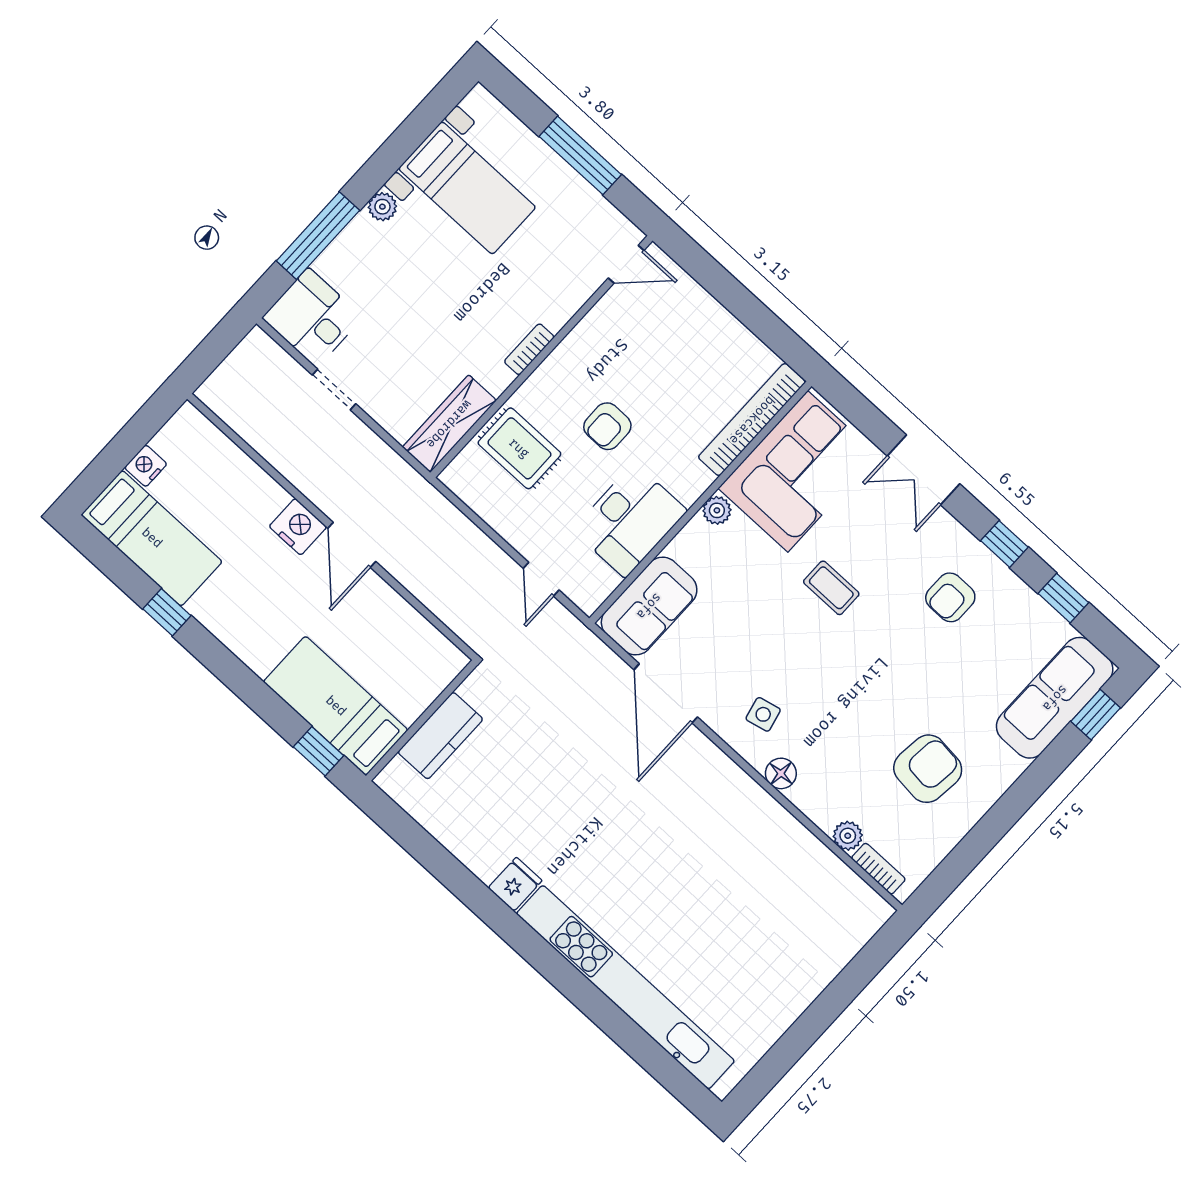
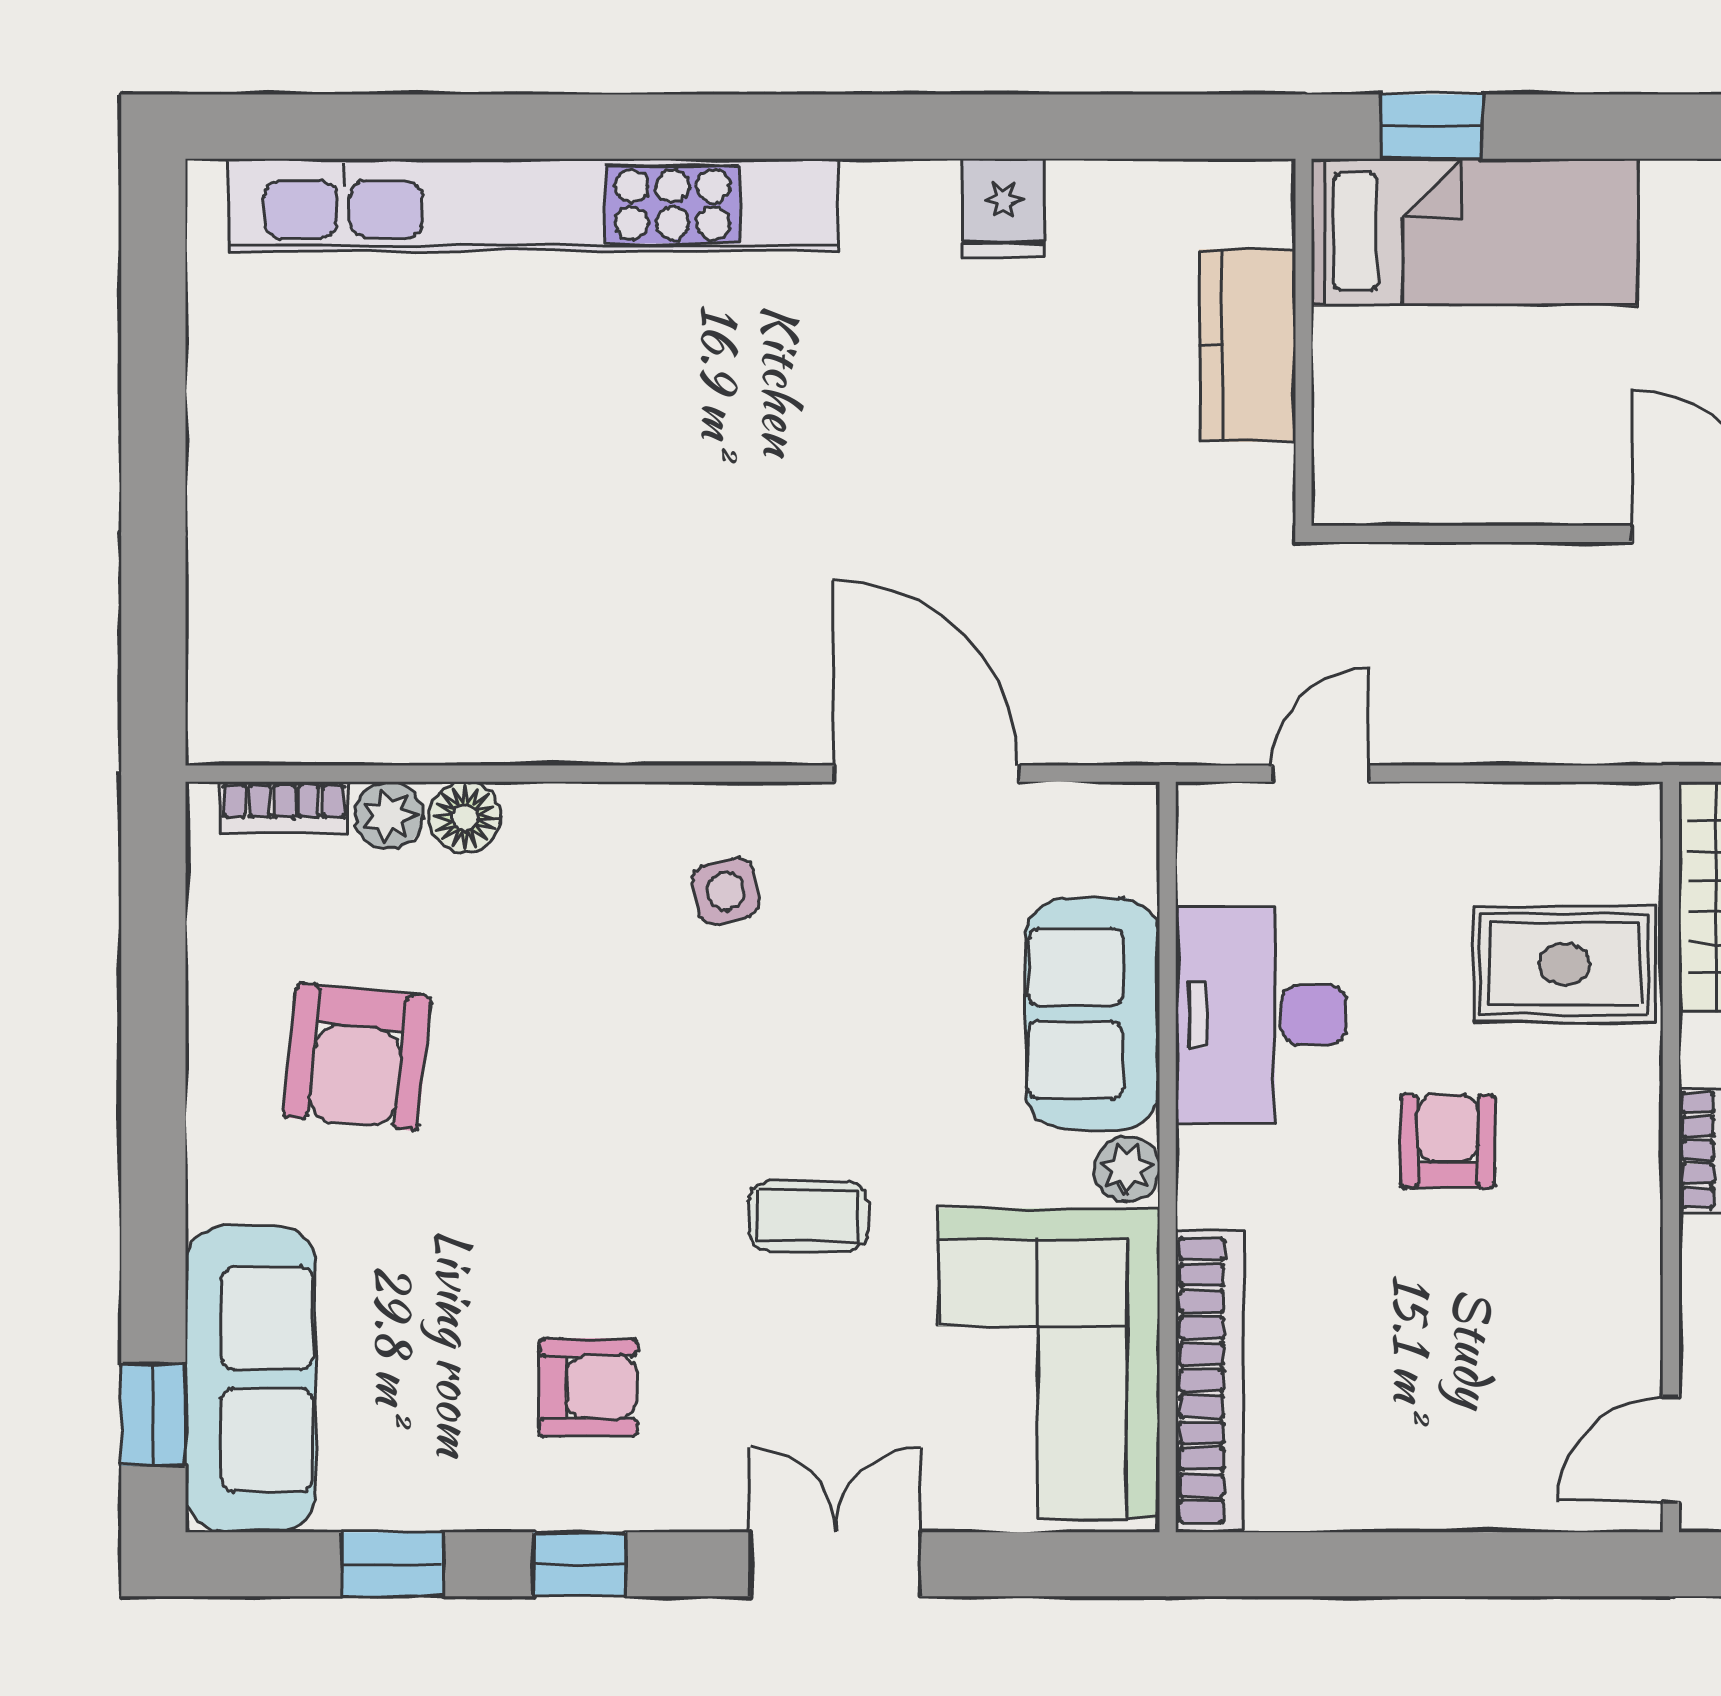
door: (541, 579) -> (1321, 774), hinge flipped
armchair: (950, 597) -> (588, 1387), turned 90
sofa: (649, 606) -> (1093, 1014), moved
floor lamp: (781, 773) -> (465, 817), moved
fridge: (515, 884) -> (1003, 208), moved

